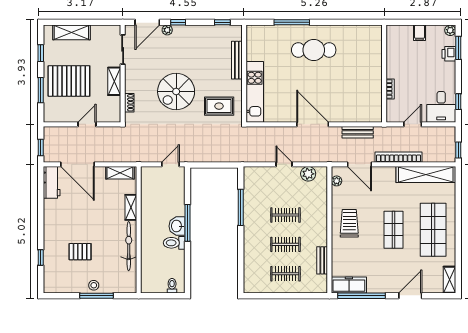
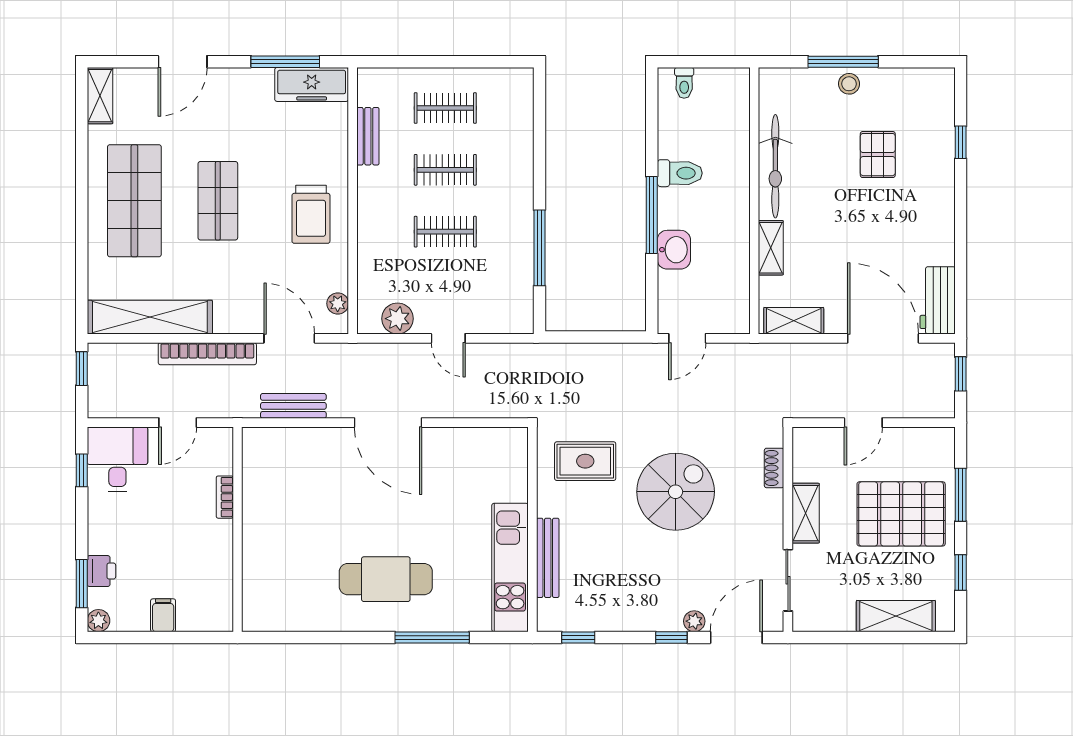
kitchen unit: (255, 92) -> (510, 567), moved
washbasin: (177, 226) -> (674, 250), moved
pallet: (80, 252) -> (878, 155), turned 90
window: (361, 296) -> (285, 62), width x0.68

